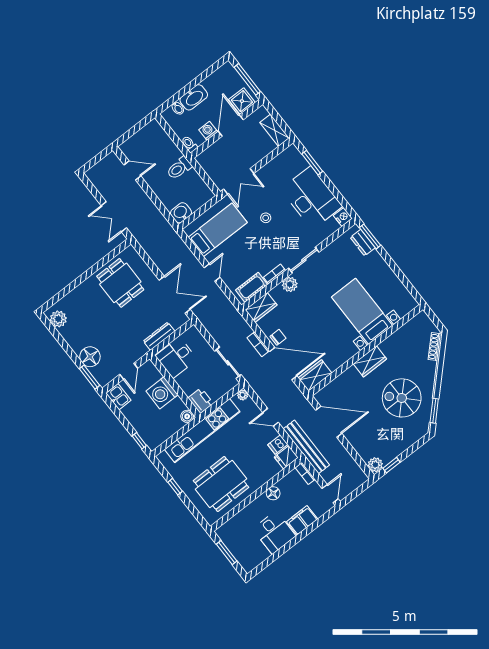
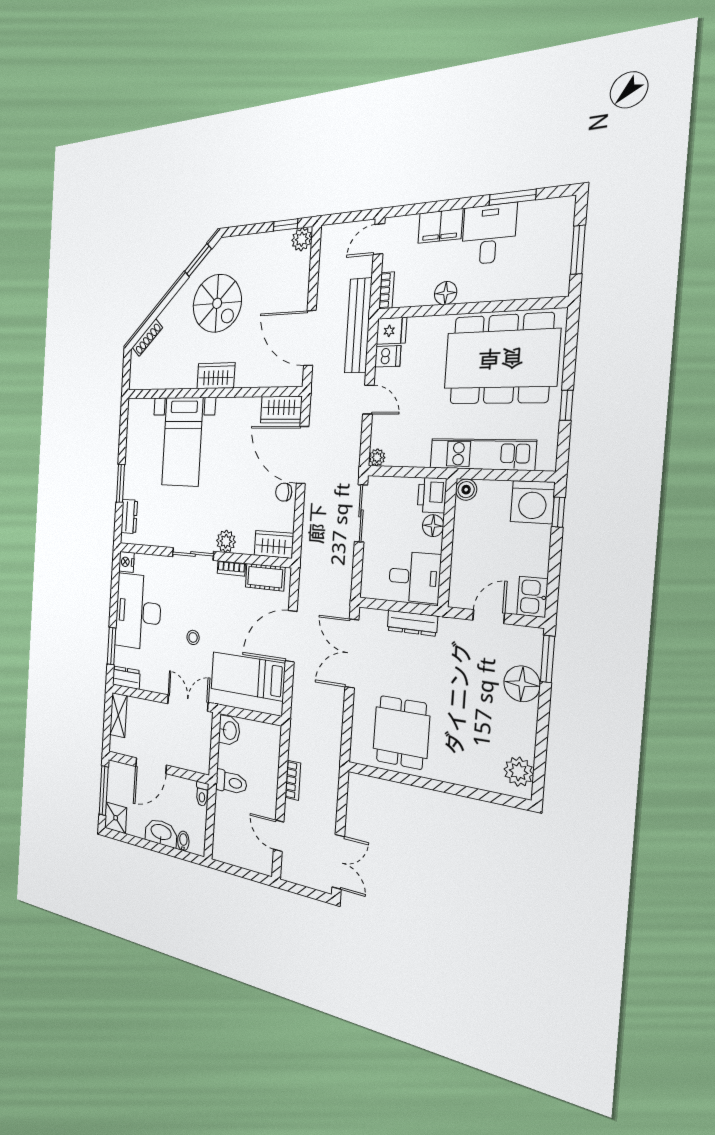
shower: (242, 101) -> (116, 818), moved
washing machine: (208, 131) -> (174, 785), removed
dresser: (288, 155) -> (126, 678), added
washbasin: (181, 213) -> (229, 730), moved, turned -90
double door: (114, 217) -> (338, 862), moved
window: (370, 236) -> (120, 483), moved
door: (212, 272) -> (291, 636), width x1.88
bookcase: (258, 344) -> (293, 780), moved
floor lamp: (188, 388) -> (433, 526), added
washing machine: (162, 393) -> (533, 502), moved, turned 90
kitchen unit: (202, 431) -> (482, 454), width x0.73
dining table: (221, 484) -> (501, 359), width x1.36, depth x1.24
window: (276, 555) -> (513, 197), added

